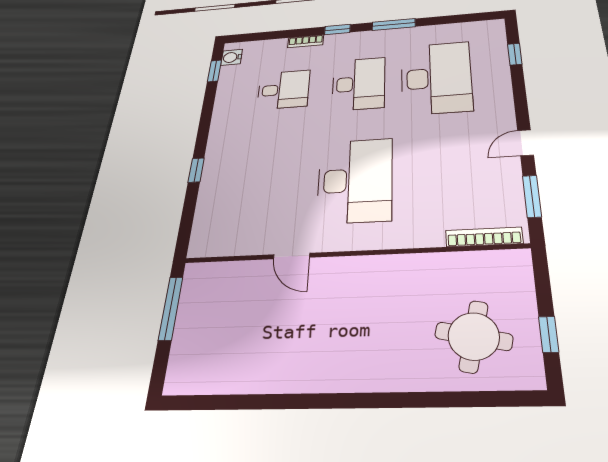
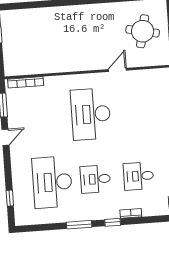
desk: (359, 84) -> (95, 179), width x0.73
door: (292, 256) -> (117, 70), hinge flipped
round table: (474, 336) -> (143, 31), moved

